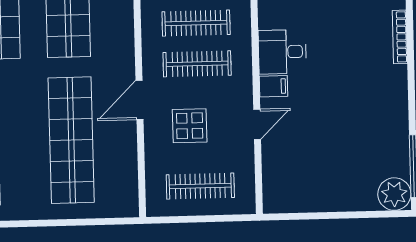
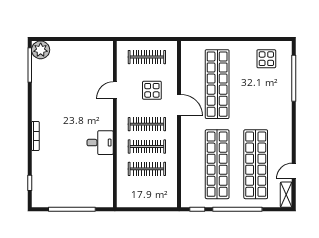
desk: (282, 52) -> (100, 143), moved
filing cabinet: (274, 86) -> (105, 111), removed
door: (140, 100) -> (179, 105), hinge flipped

